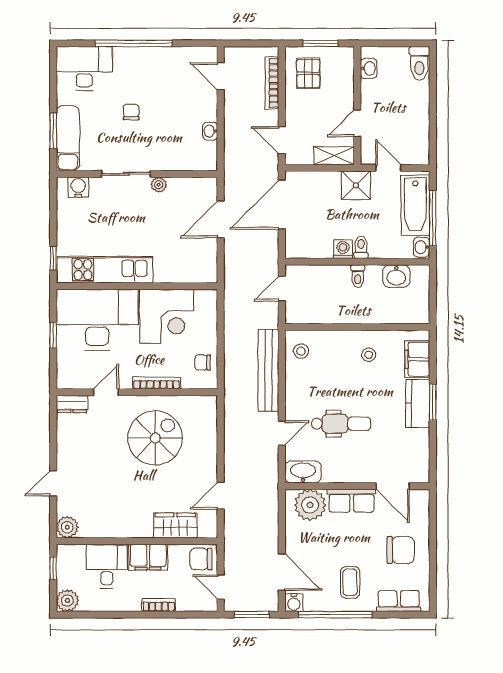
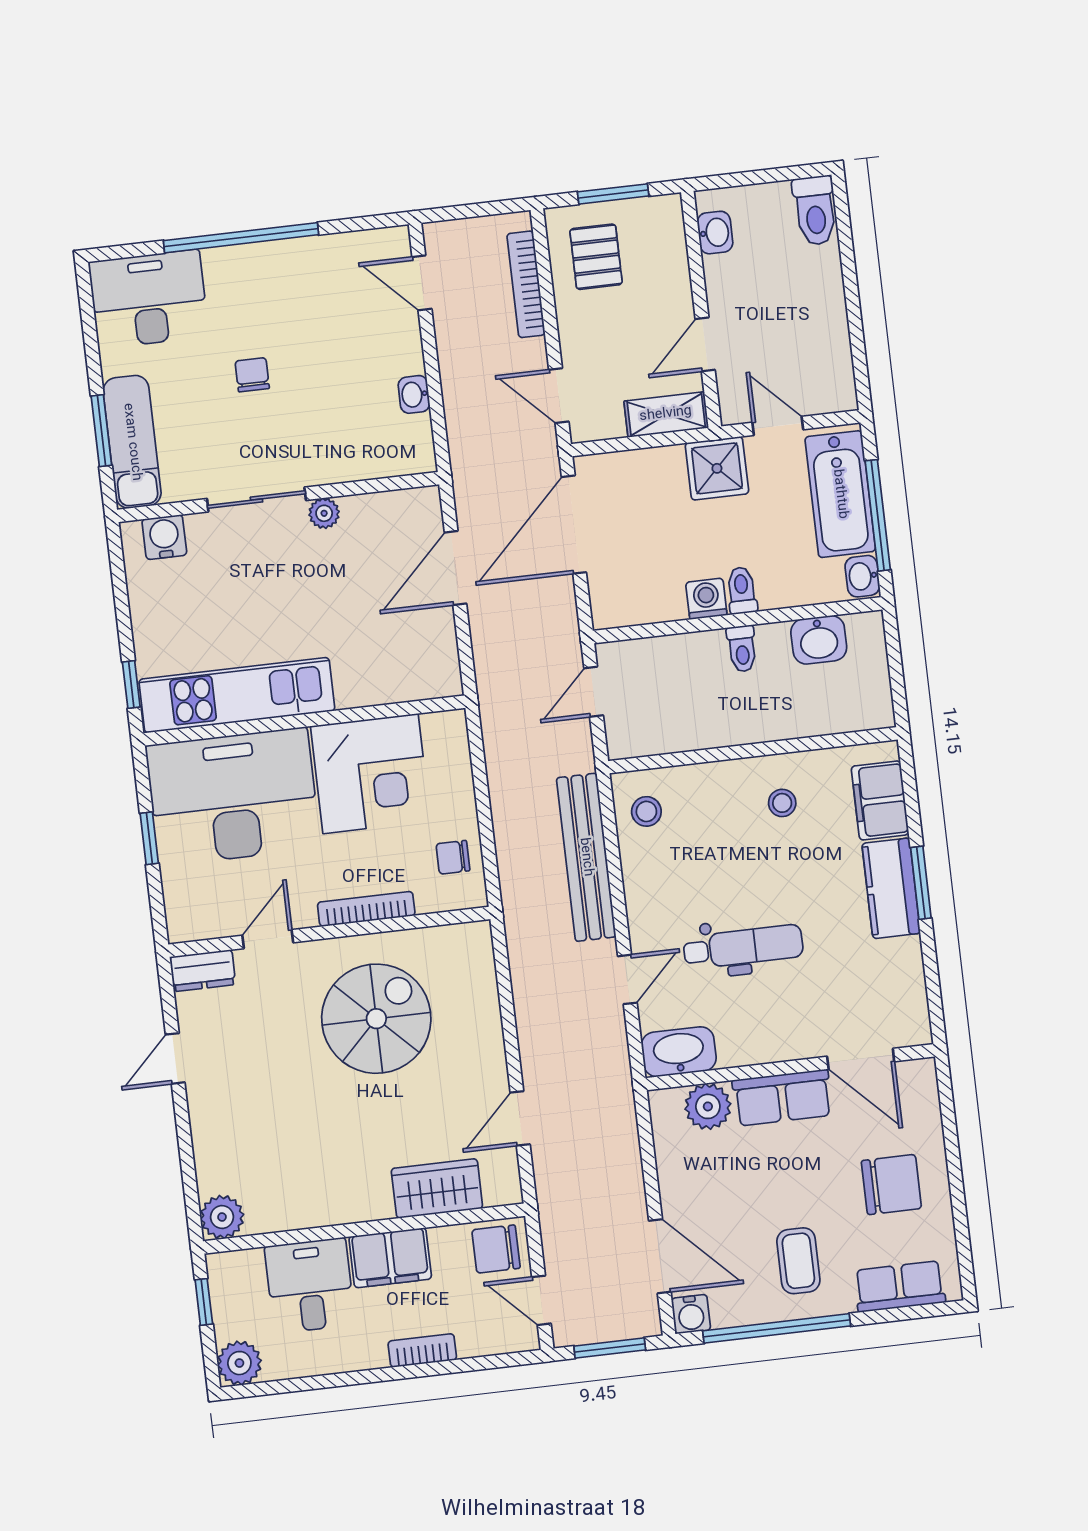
door: (53, 483) -> (175, 1058), moved
plant: (310, 505) -> (708, 1106), width x0.73, depth x0.73

